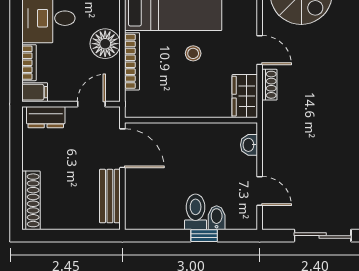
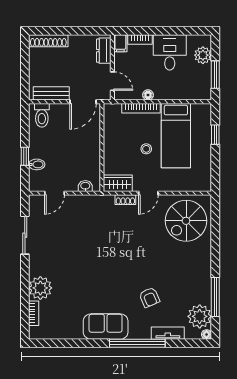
floor lamp: (105, 44) -> (148, 95), width x0.53, depth x0.53
toilet: (196, 212) -> (42, 115), moved, turned 90

